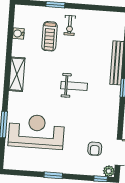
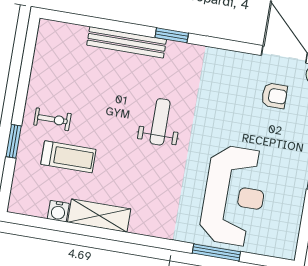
shelving: (17, 74) -> (99, 216), moved
reception desk: (36, 131) -> (234, 196), turned 180

